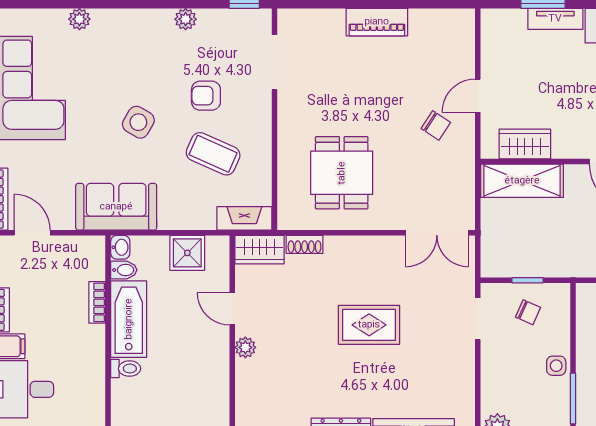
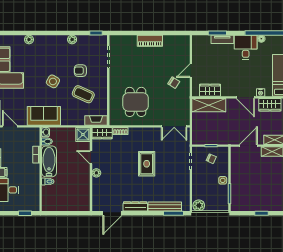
shower: (187, 253) -> (83, 134), moved
rug: (369, 325) -> (147, 164), turned 90

